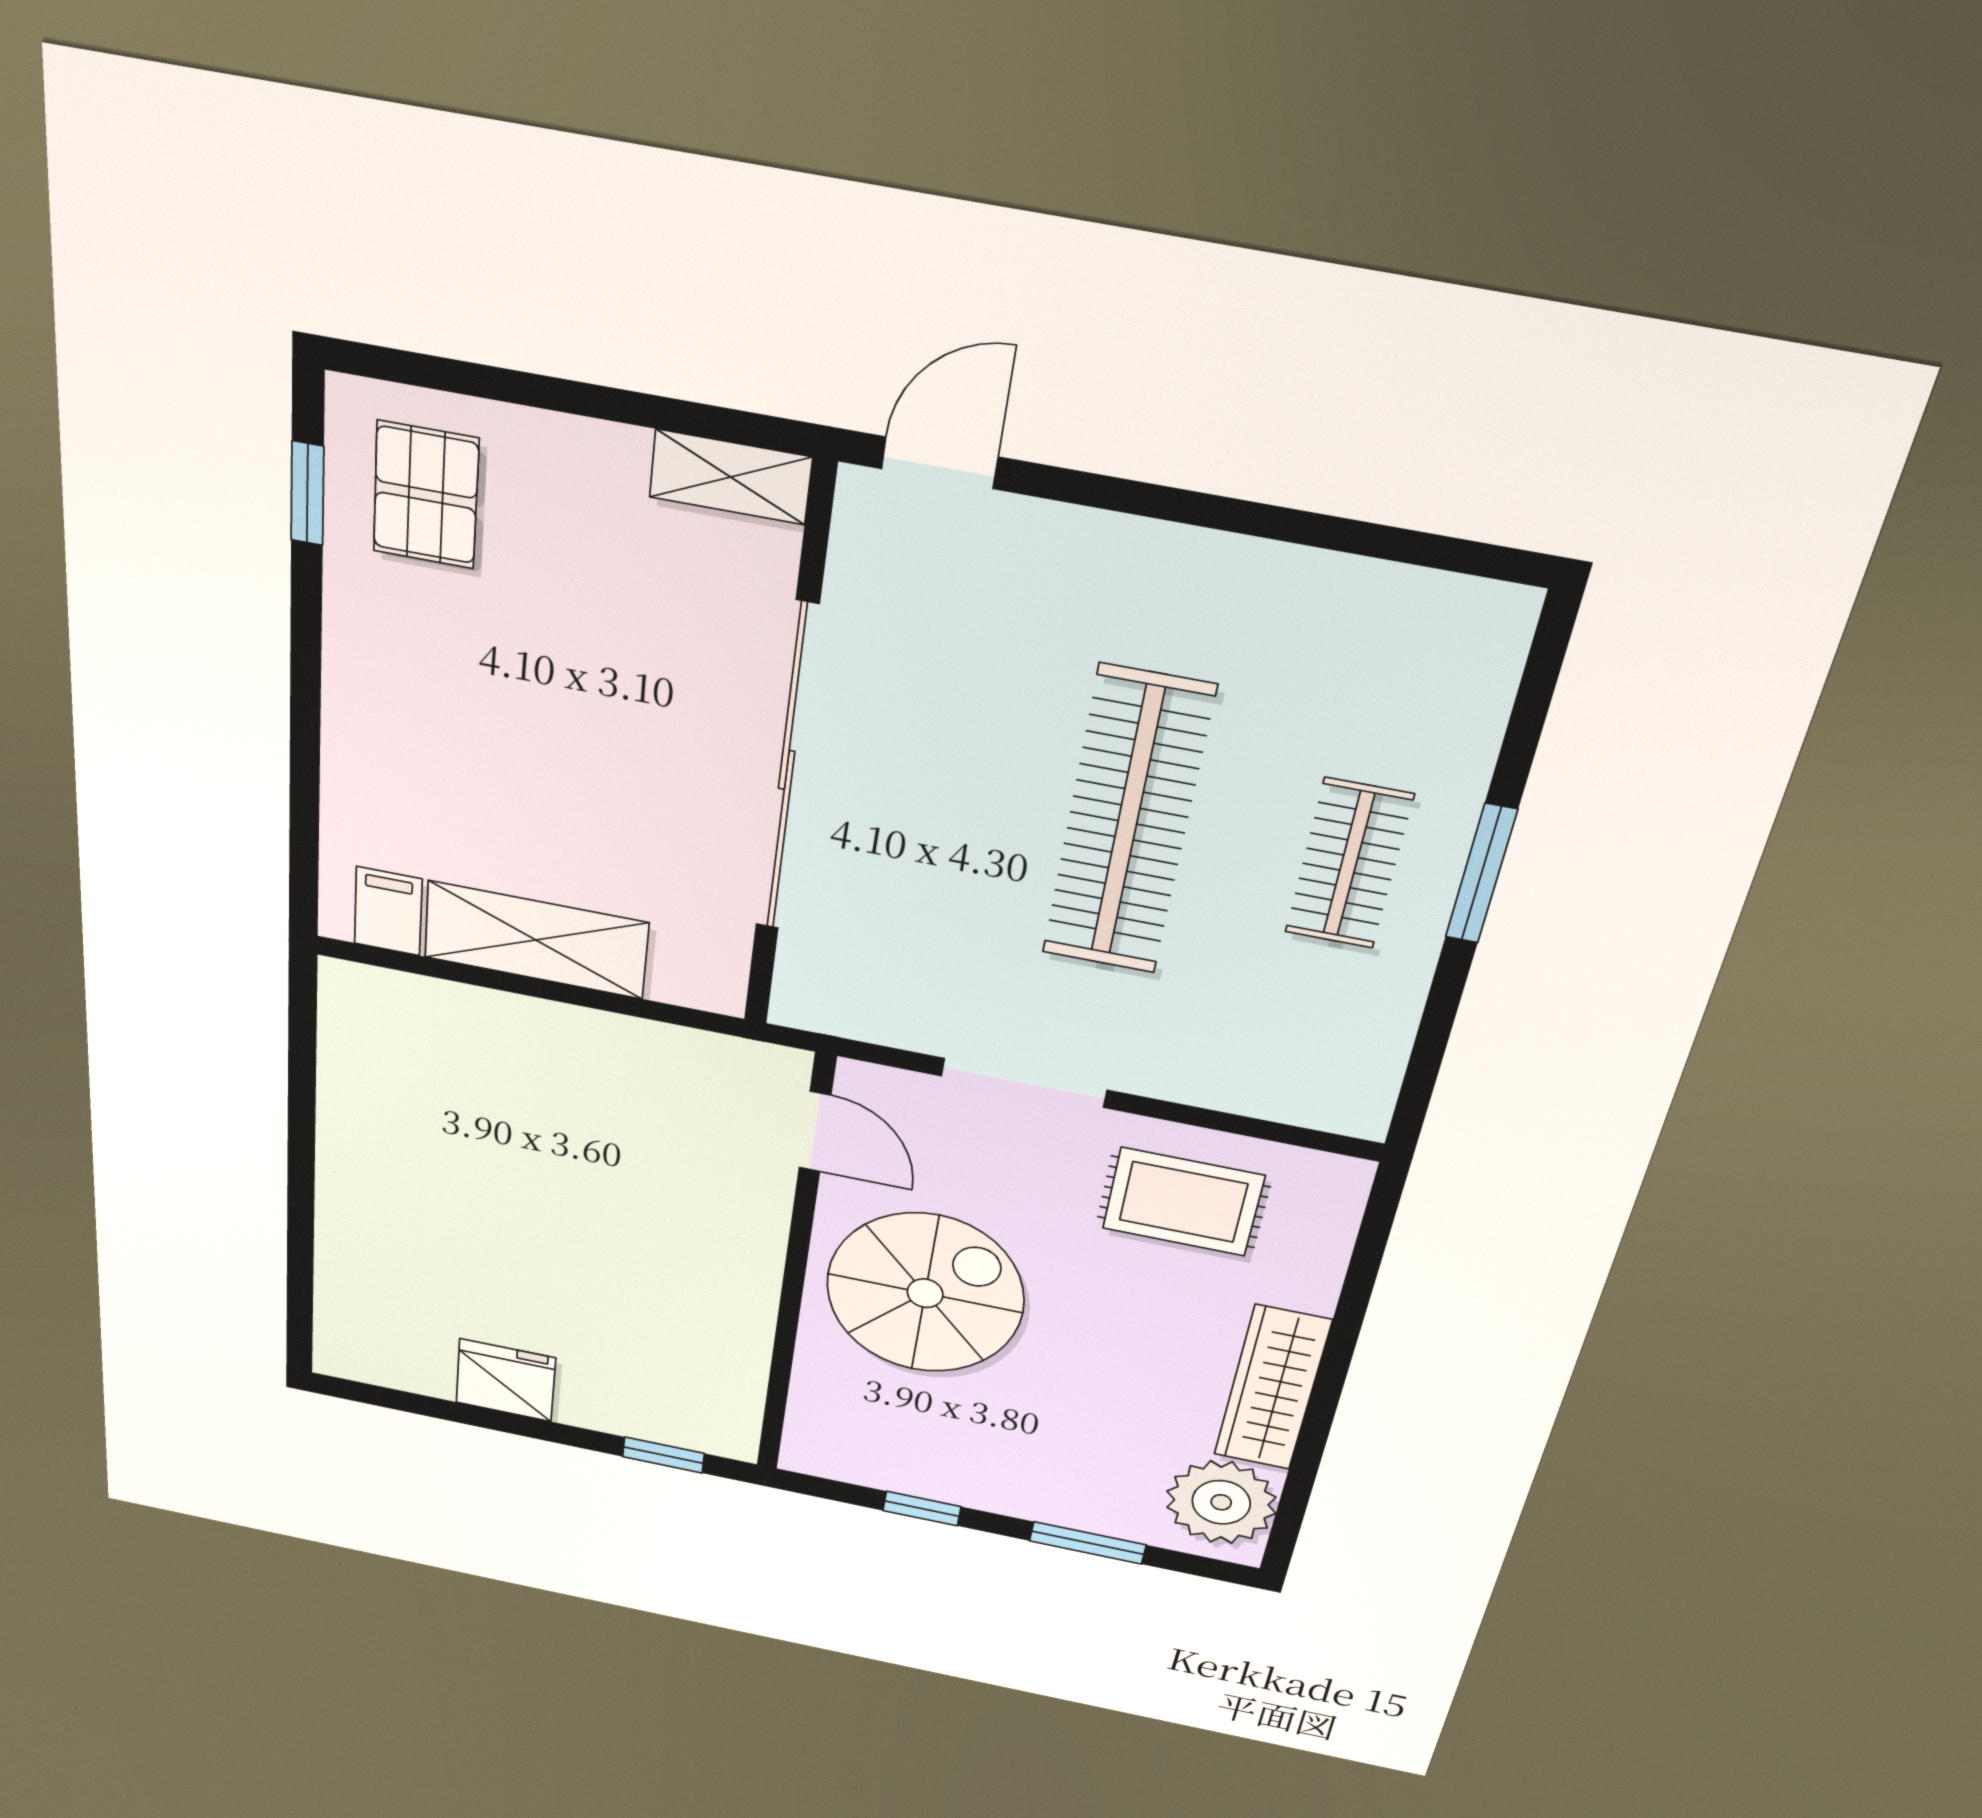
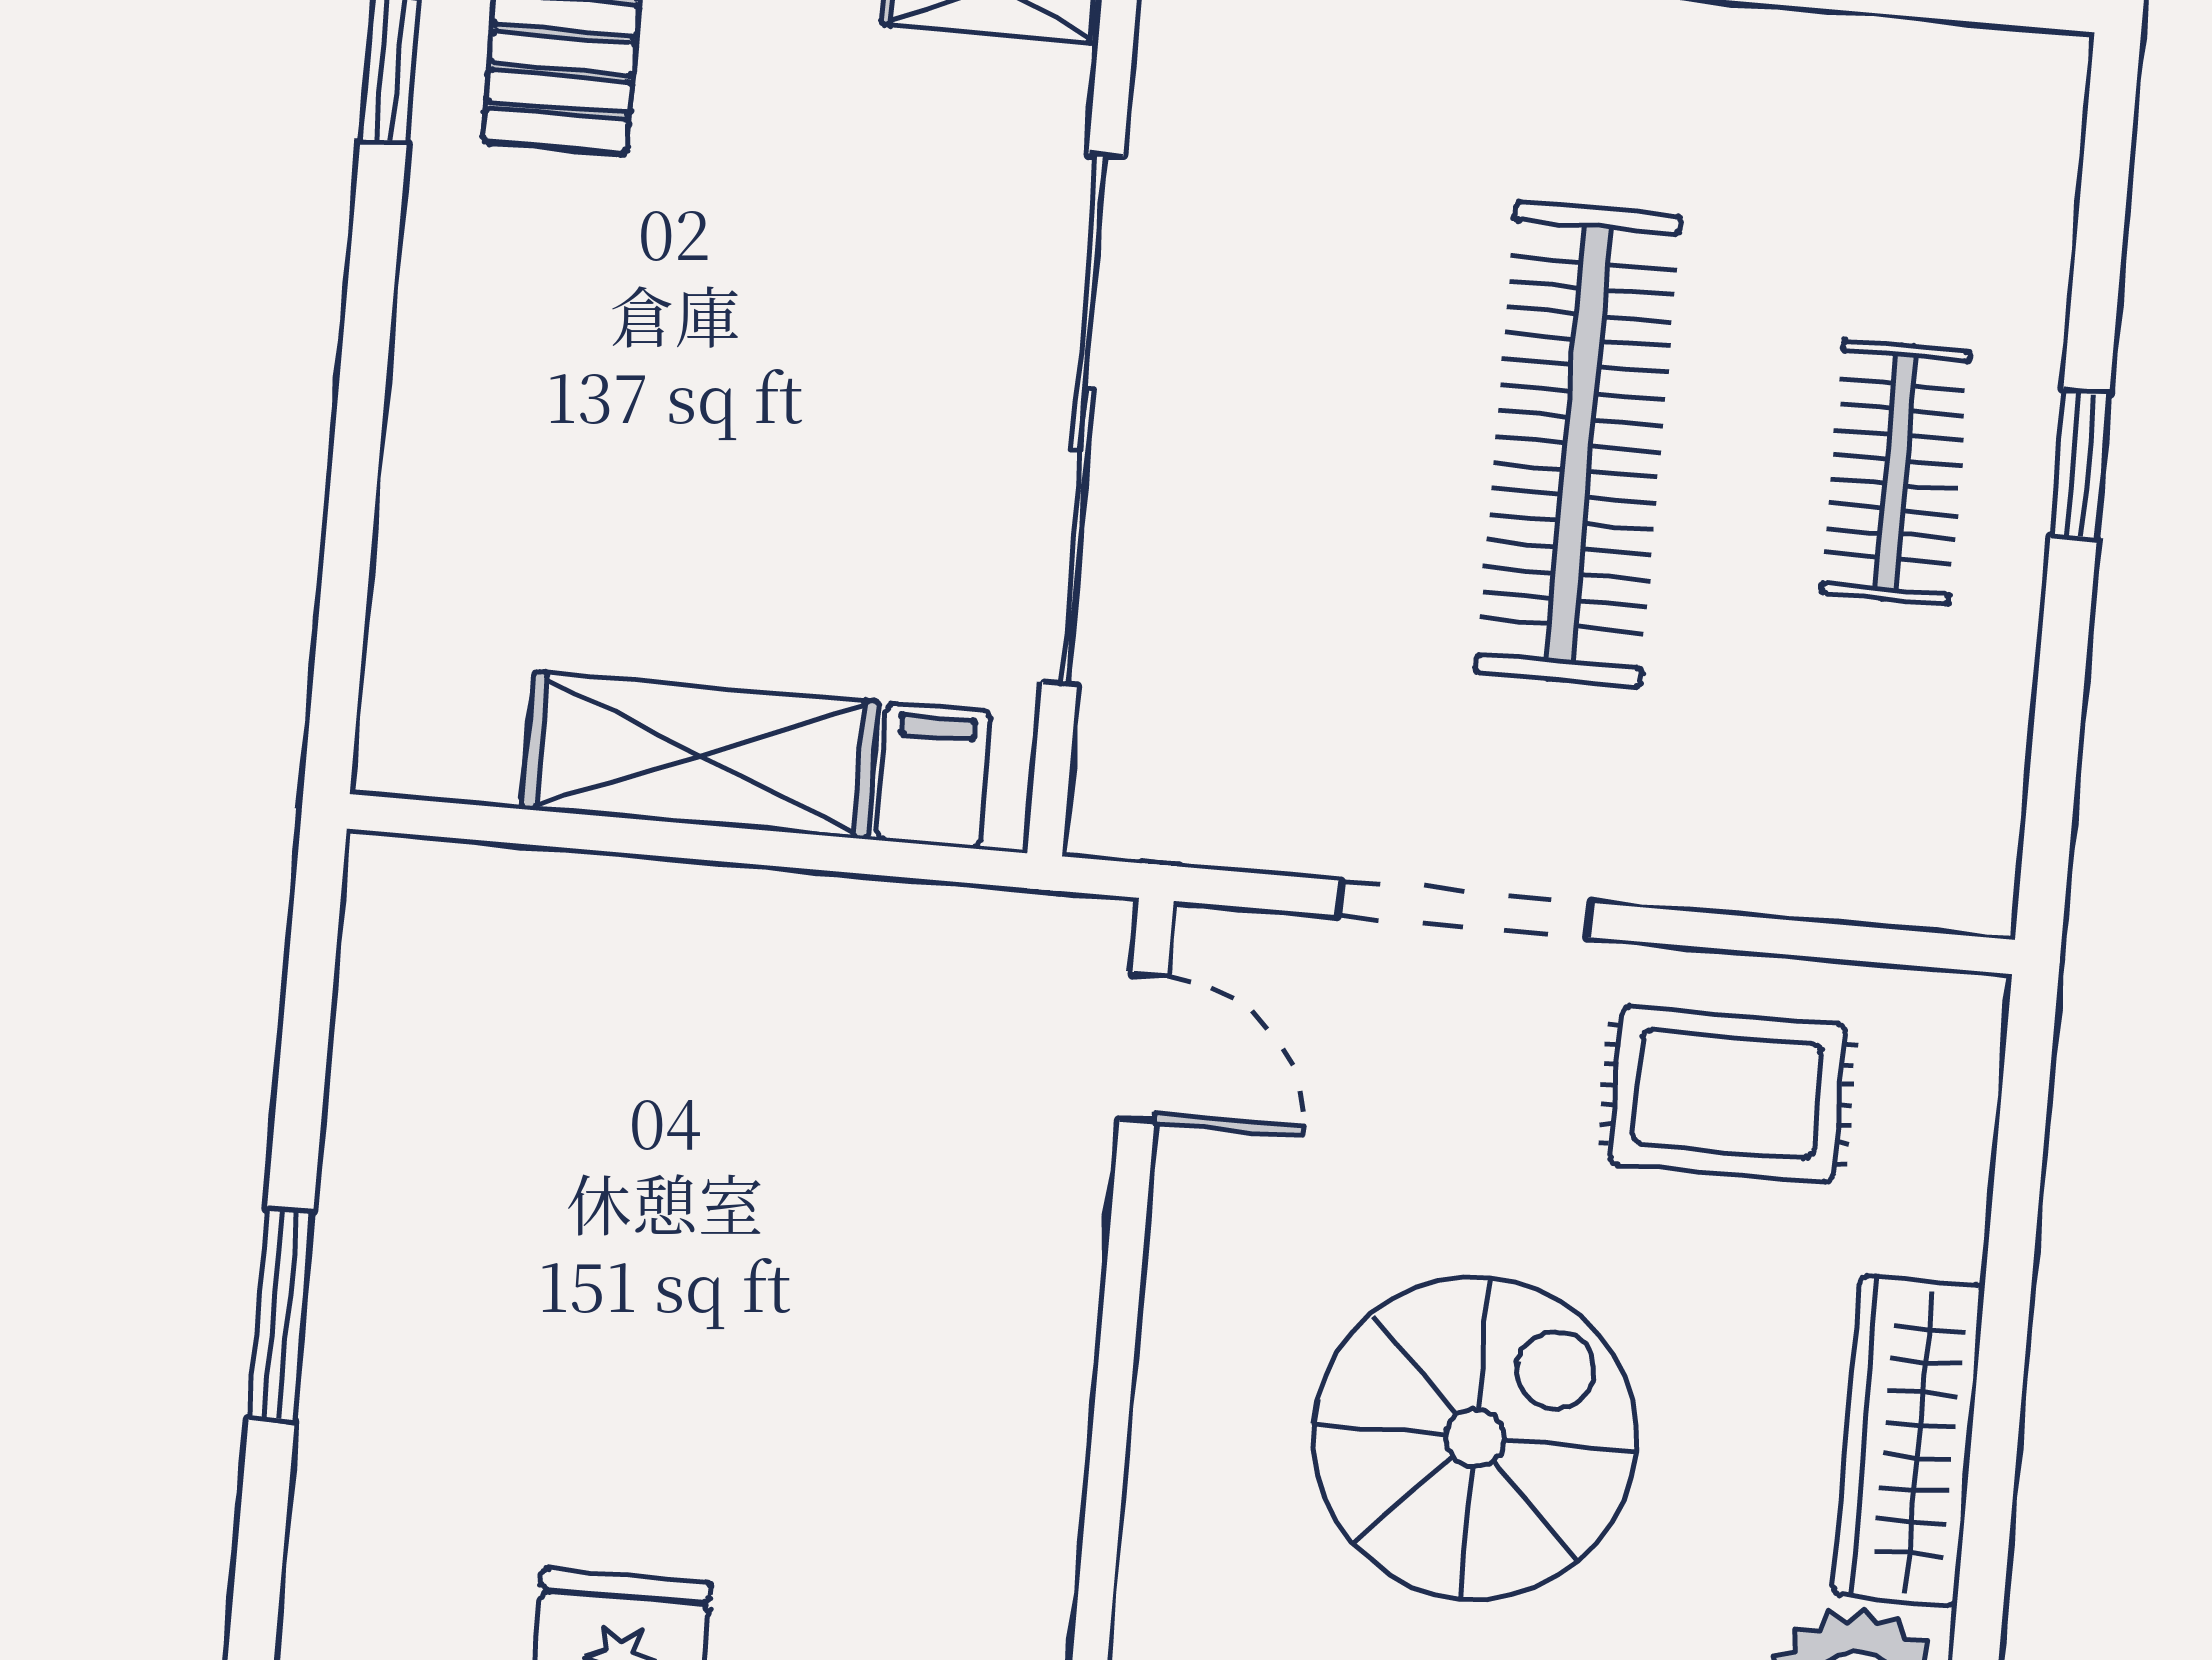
window: (1481, 874) -> (2080, 465), width x0.67
filing cabinet: (388, 911) -> (934, 776), moved
window: (301, 1200) -> (281, 1315), added
spiral stairs: (925, 1293) -> (1475, 1438), moved

